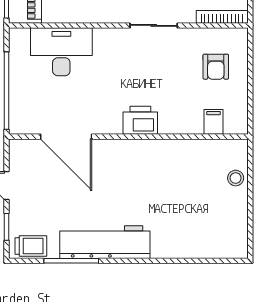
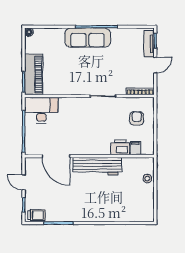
desk: (61, 52) -> (41, 110), moved
armchair: (216, 67) -> (137, 118), turned 180
printer: (140, 120) -> (120, 147), moved
workbench: (105, 242) -> (97, 166), moved, turned 180

